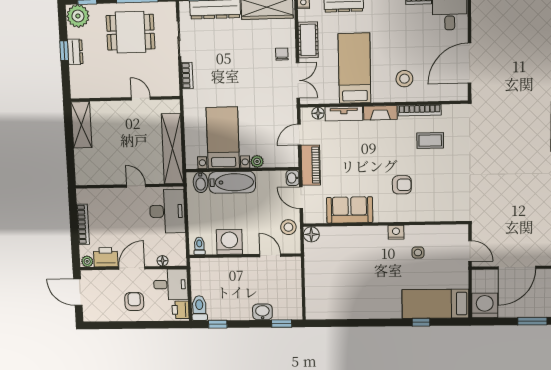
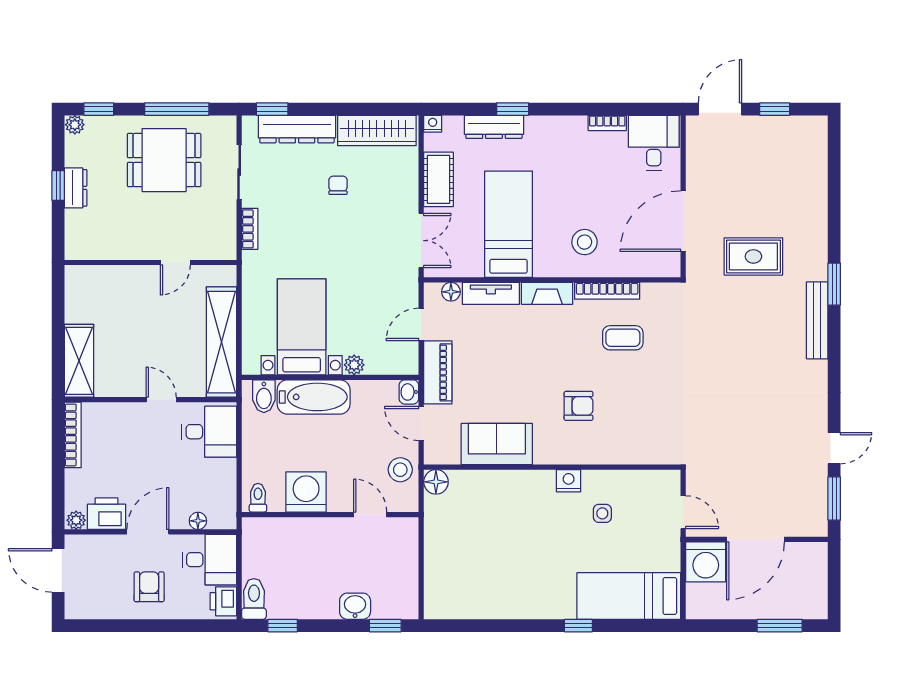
plant: (78, 16) -> (75, 125), width x0.53, depth x0.53
chair: (282, 54) -> (338, 185), moved
rug: (516, 85) -> (753, 256), added
door: (141, 98) -> (175, 262), swing flipped
shelving: (81, 125) -> (79, 361), moved
desk: (167, 211) -> (209, 432), width x0.73
bookcase: (83, 224) -> (73, 435), moved
washing machine: (485, 305) -> (706, 562), moved, turned 180
window: (421, 322) -> (578, 626), moved

